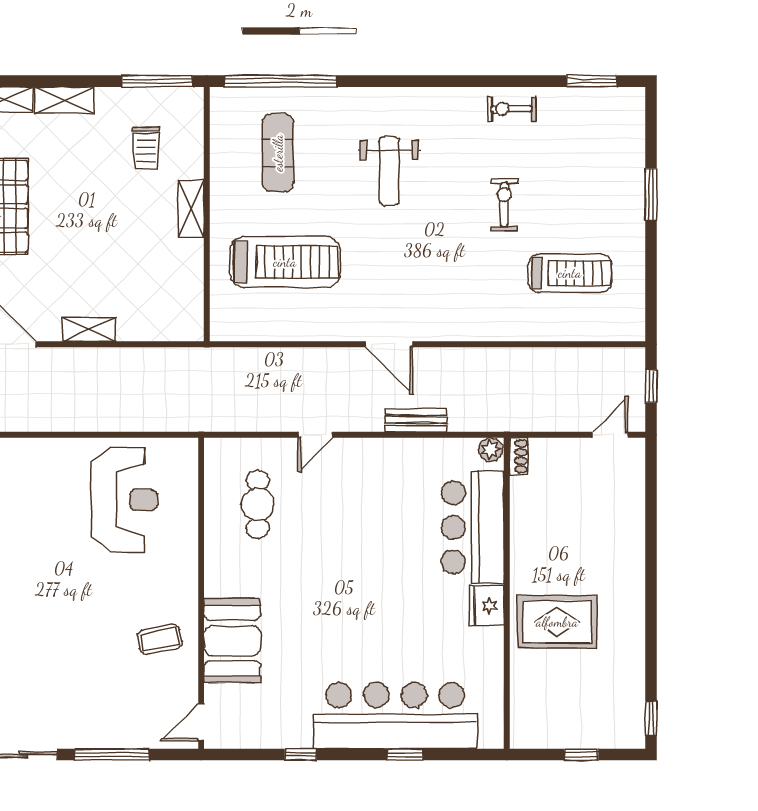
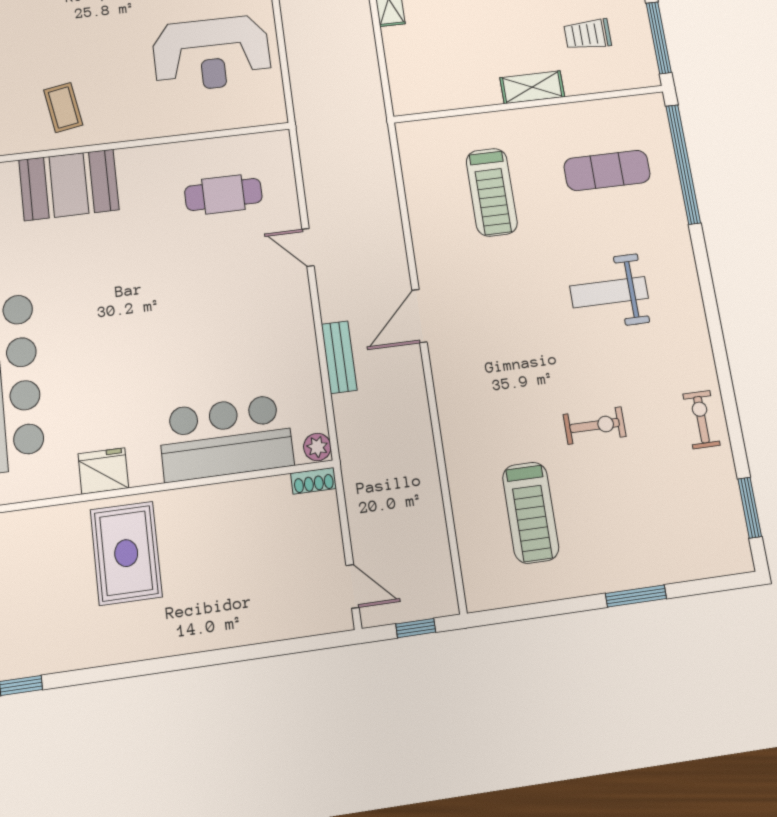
treadmill: (285, 262) -> (492, 192), width x0.73, depth x0.73
fridge: (487, 606) -> (103, 471), moved

